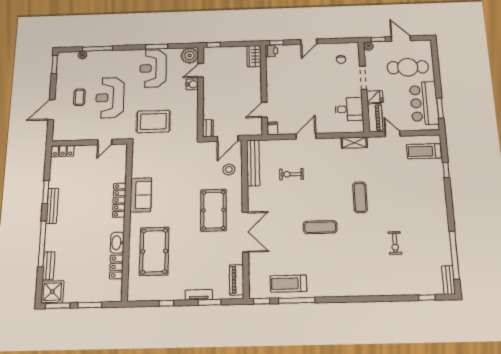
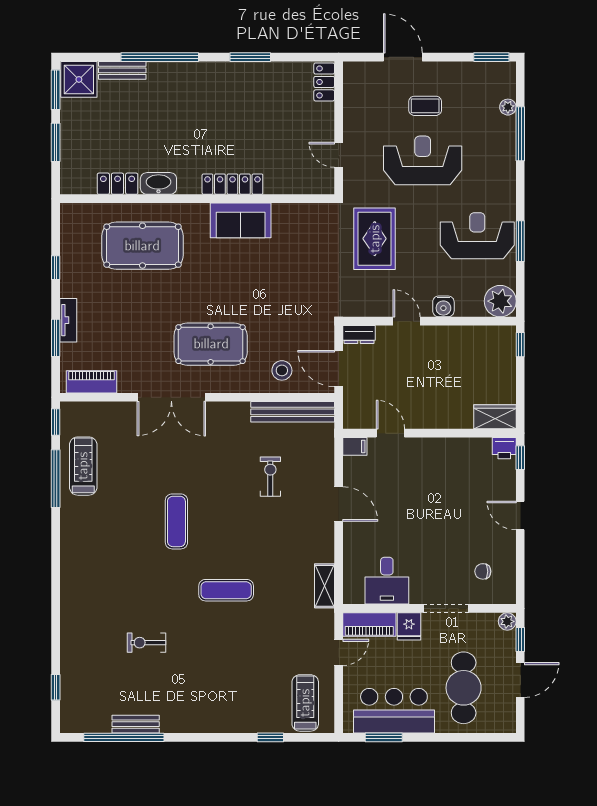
door: (201, 70) -> (407, 321), moved
bench: (52, 206) -> (225, 70), removed
bench: (448, 280) -> (136, 724), moved

